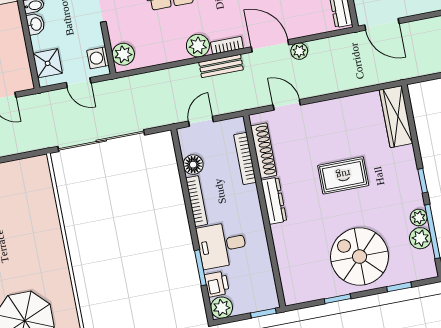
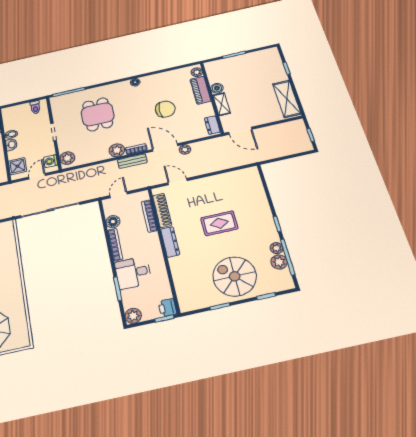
door: (79, 83) -> (37, 176), swing flipped
wardrobe: (396, 117) -> (254, 185), removed
printer: (217, 284) -> (167, 308), moved, turned 180

